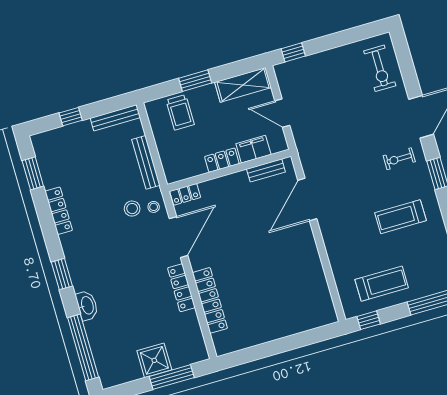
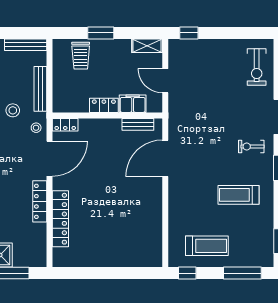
shelving: (243, 85) -> (147, 46), width x0.67, depth x0.75
stool: (132, 209) -> (13, 110), moved

